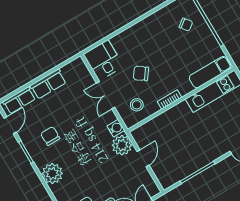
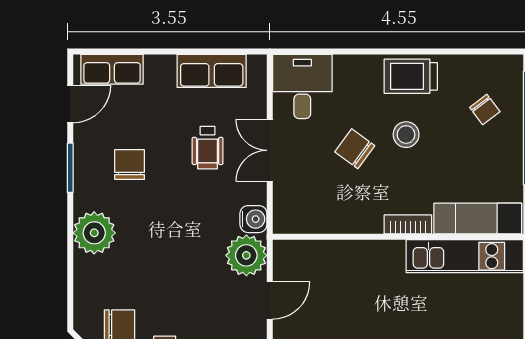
trolley: (146, 29) -> (411, 76), added
row of seats: (48, 84) -> (212, 71), moved
bookcase: (170, 99) -> (408, 224), moved
stool: (137, 105) -> (406, 135), moved
wheelchair: (79, 109) -> (208, 148), added

